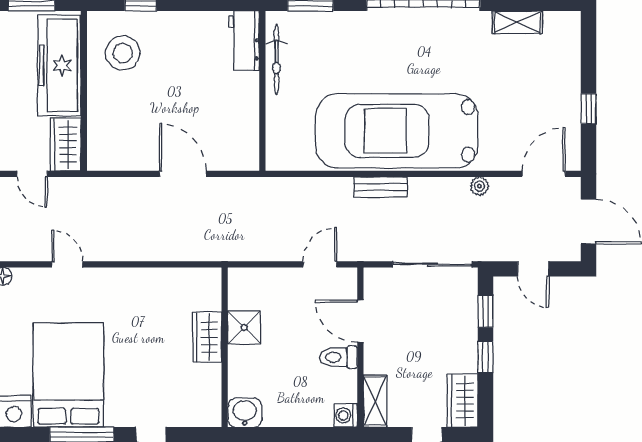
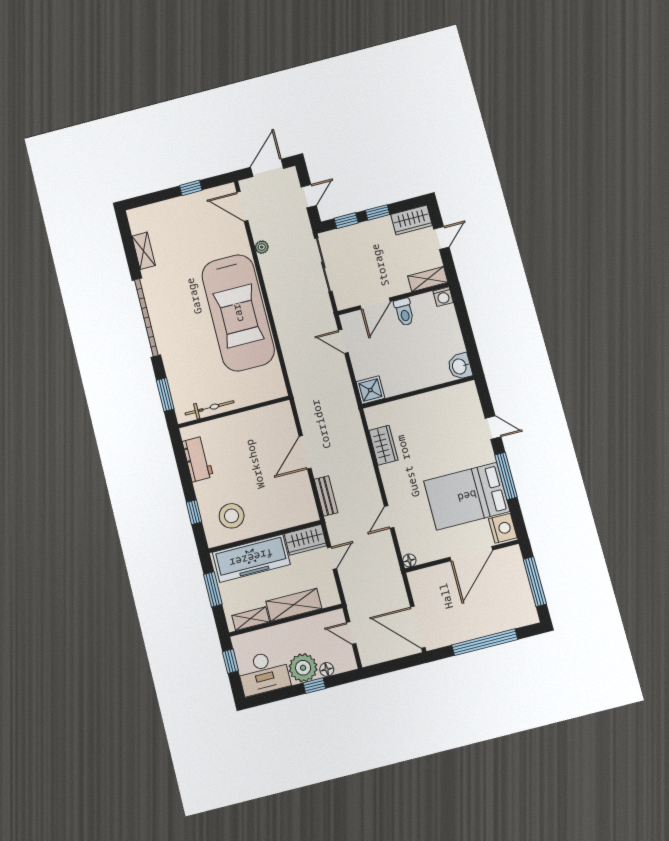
workbench: (244, 40) -> (198, 459), moved, turned -90
bench: (380, 187) -> (326, 496), moved
shower: (244, 328) -> (370, 390), moved
wardrobe: (207, 337) -> (383, 445), moved, turned -90

